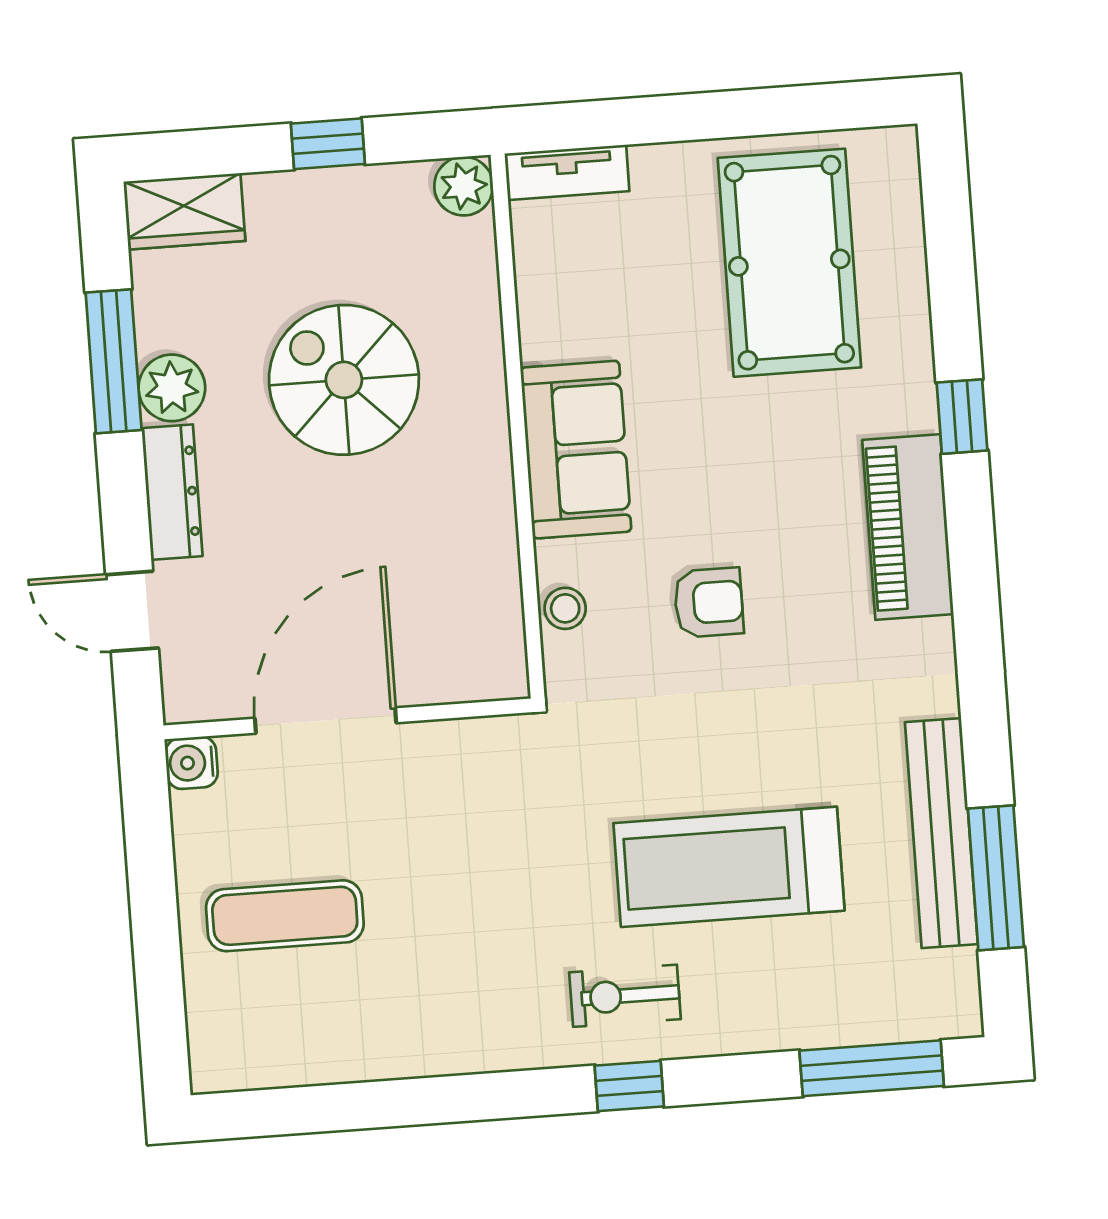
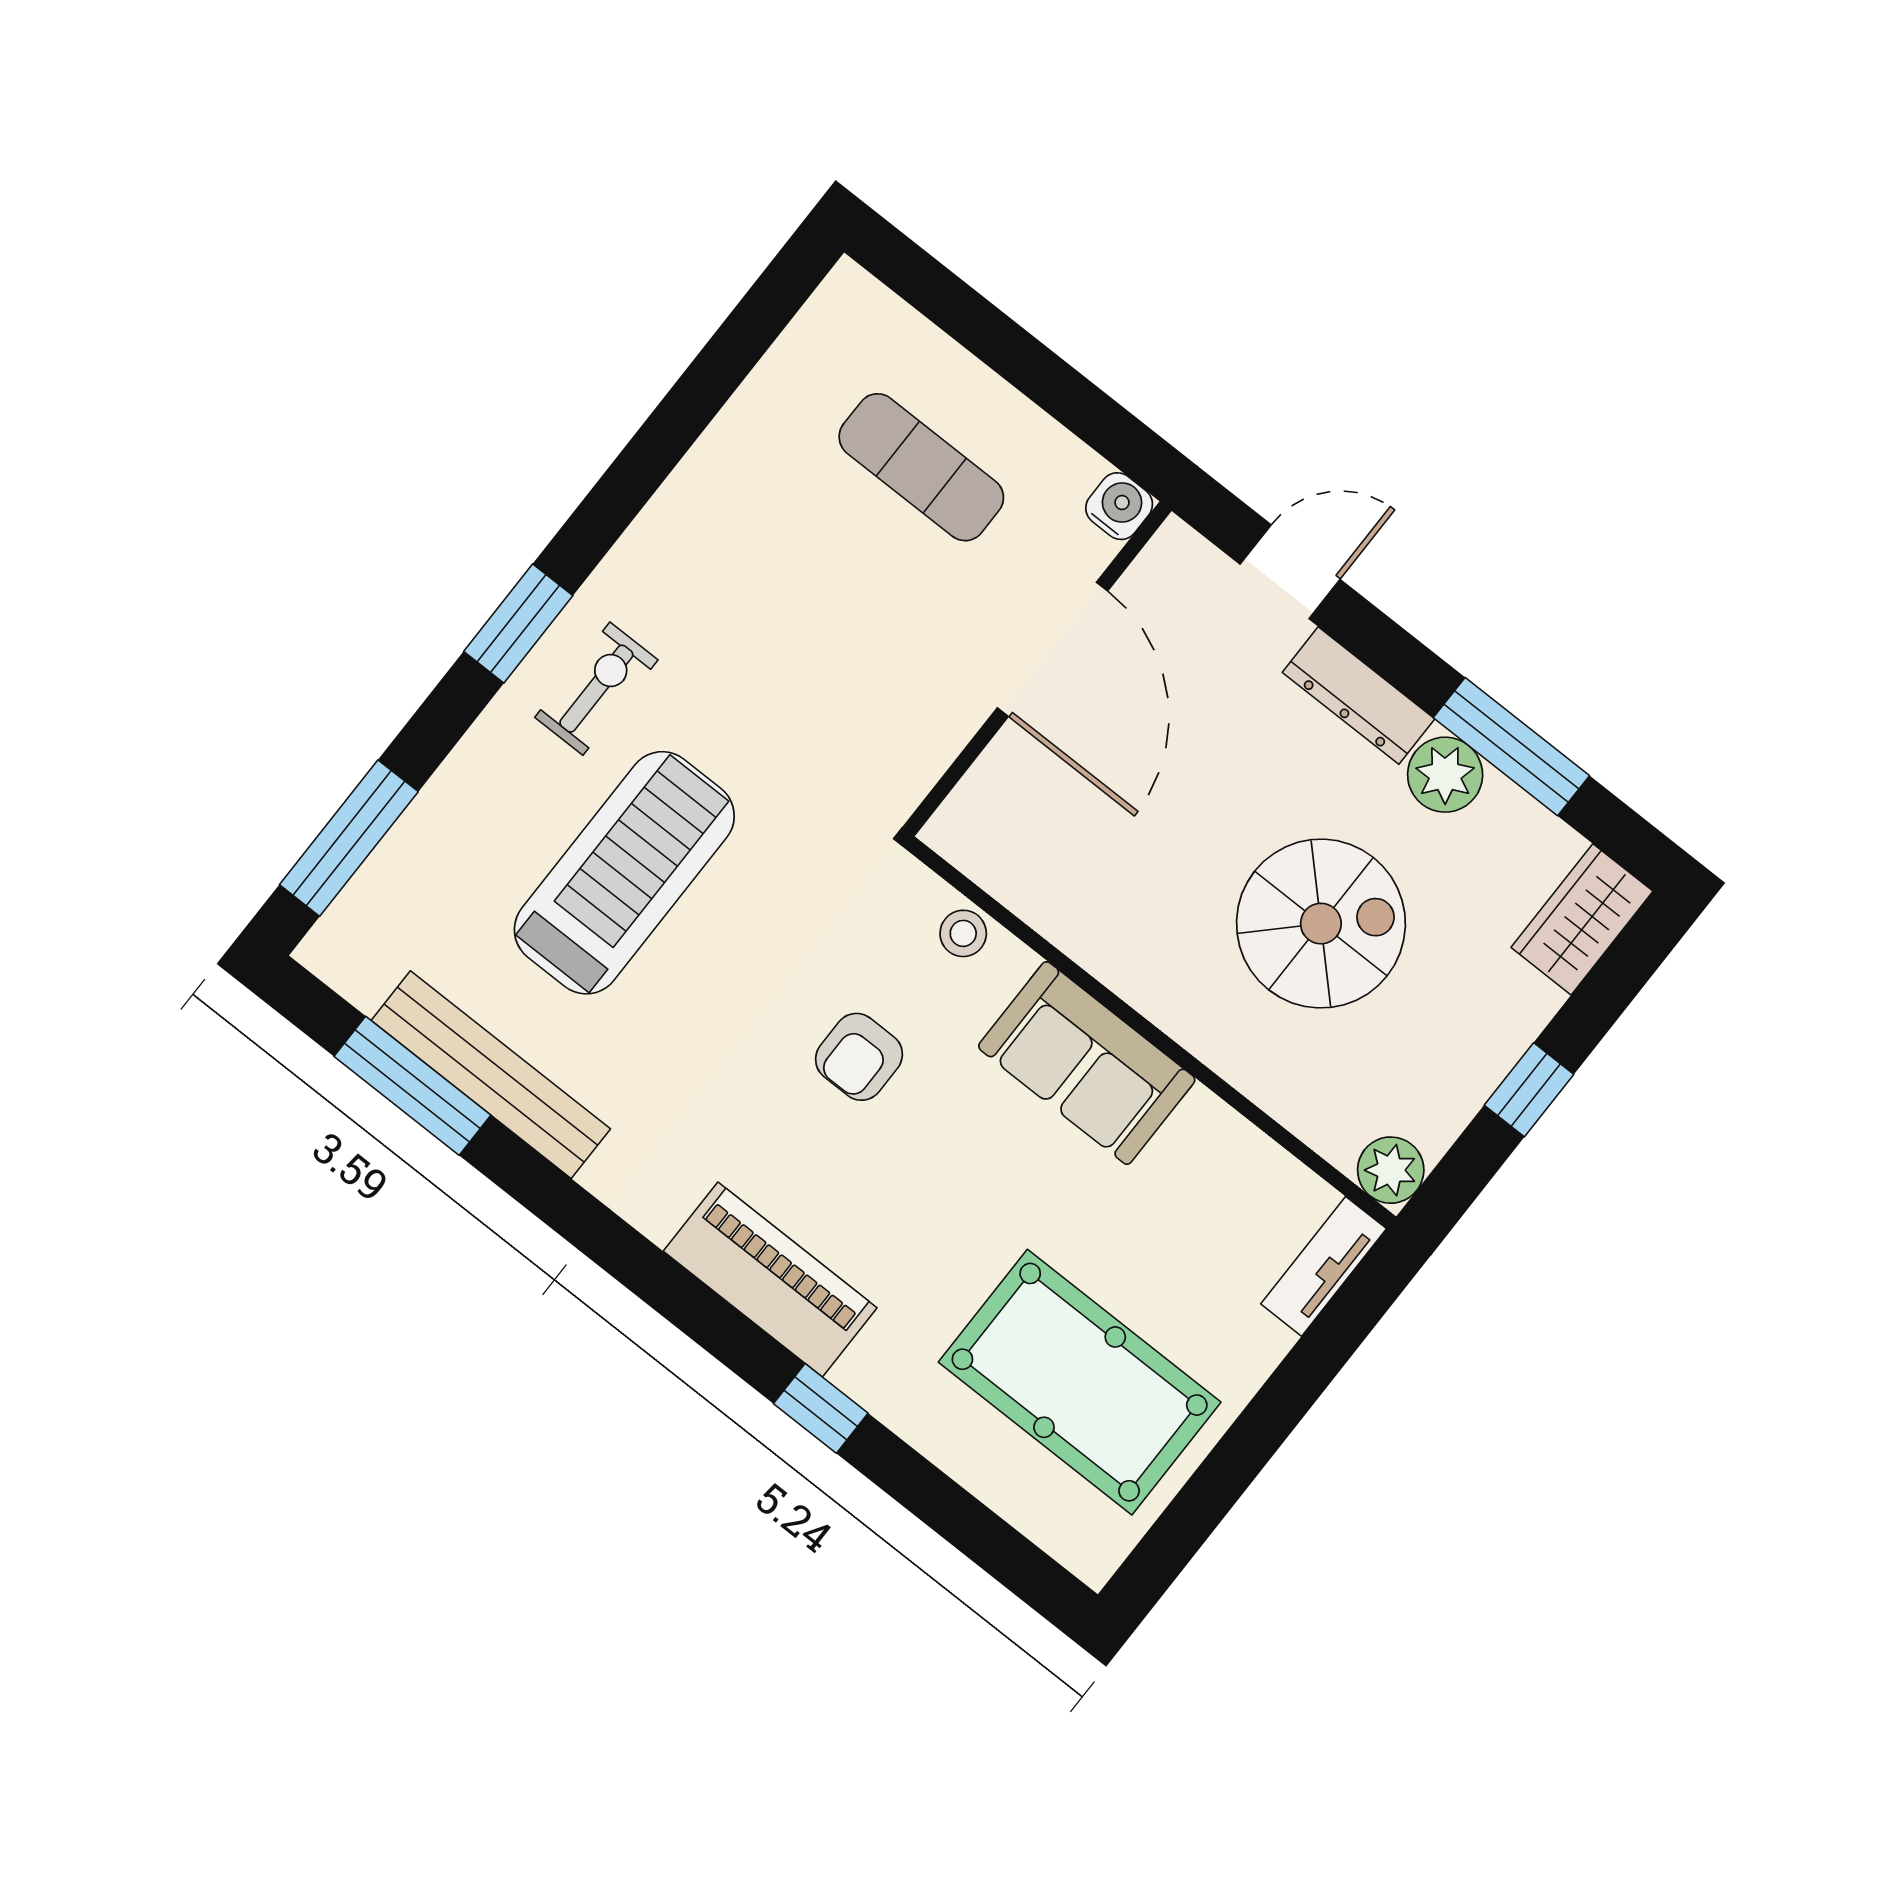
exercise mat: (285, 916) -> (921, 467), turned 90
window: (629, 1086) -> (518, 624), width x1.50

